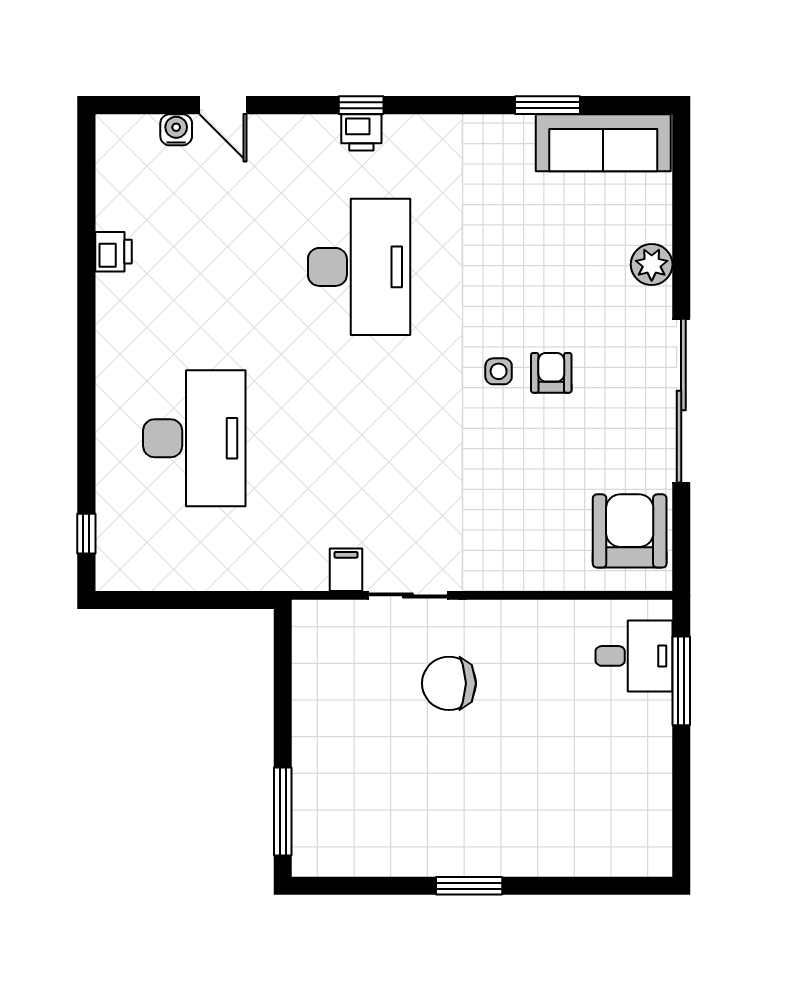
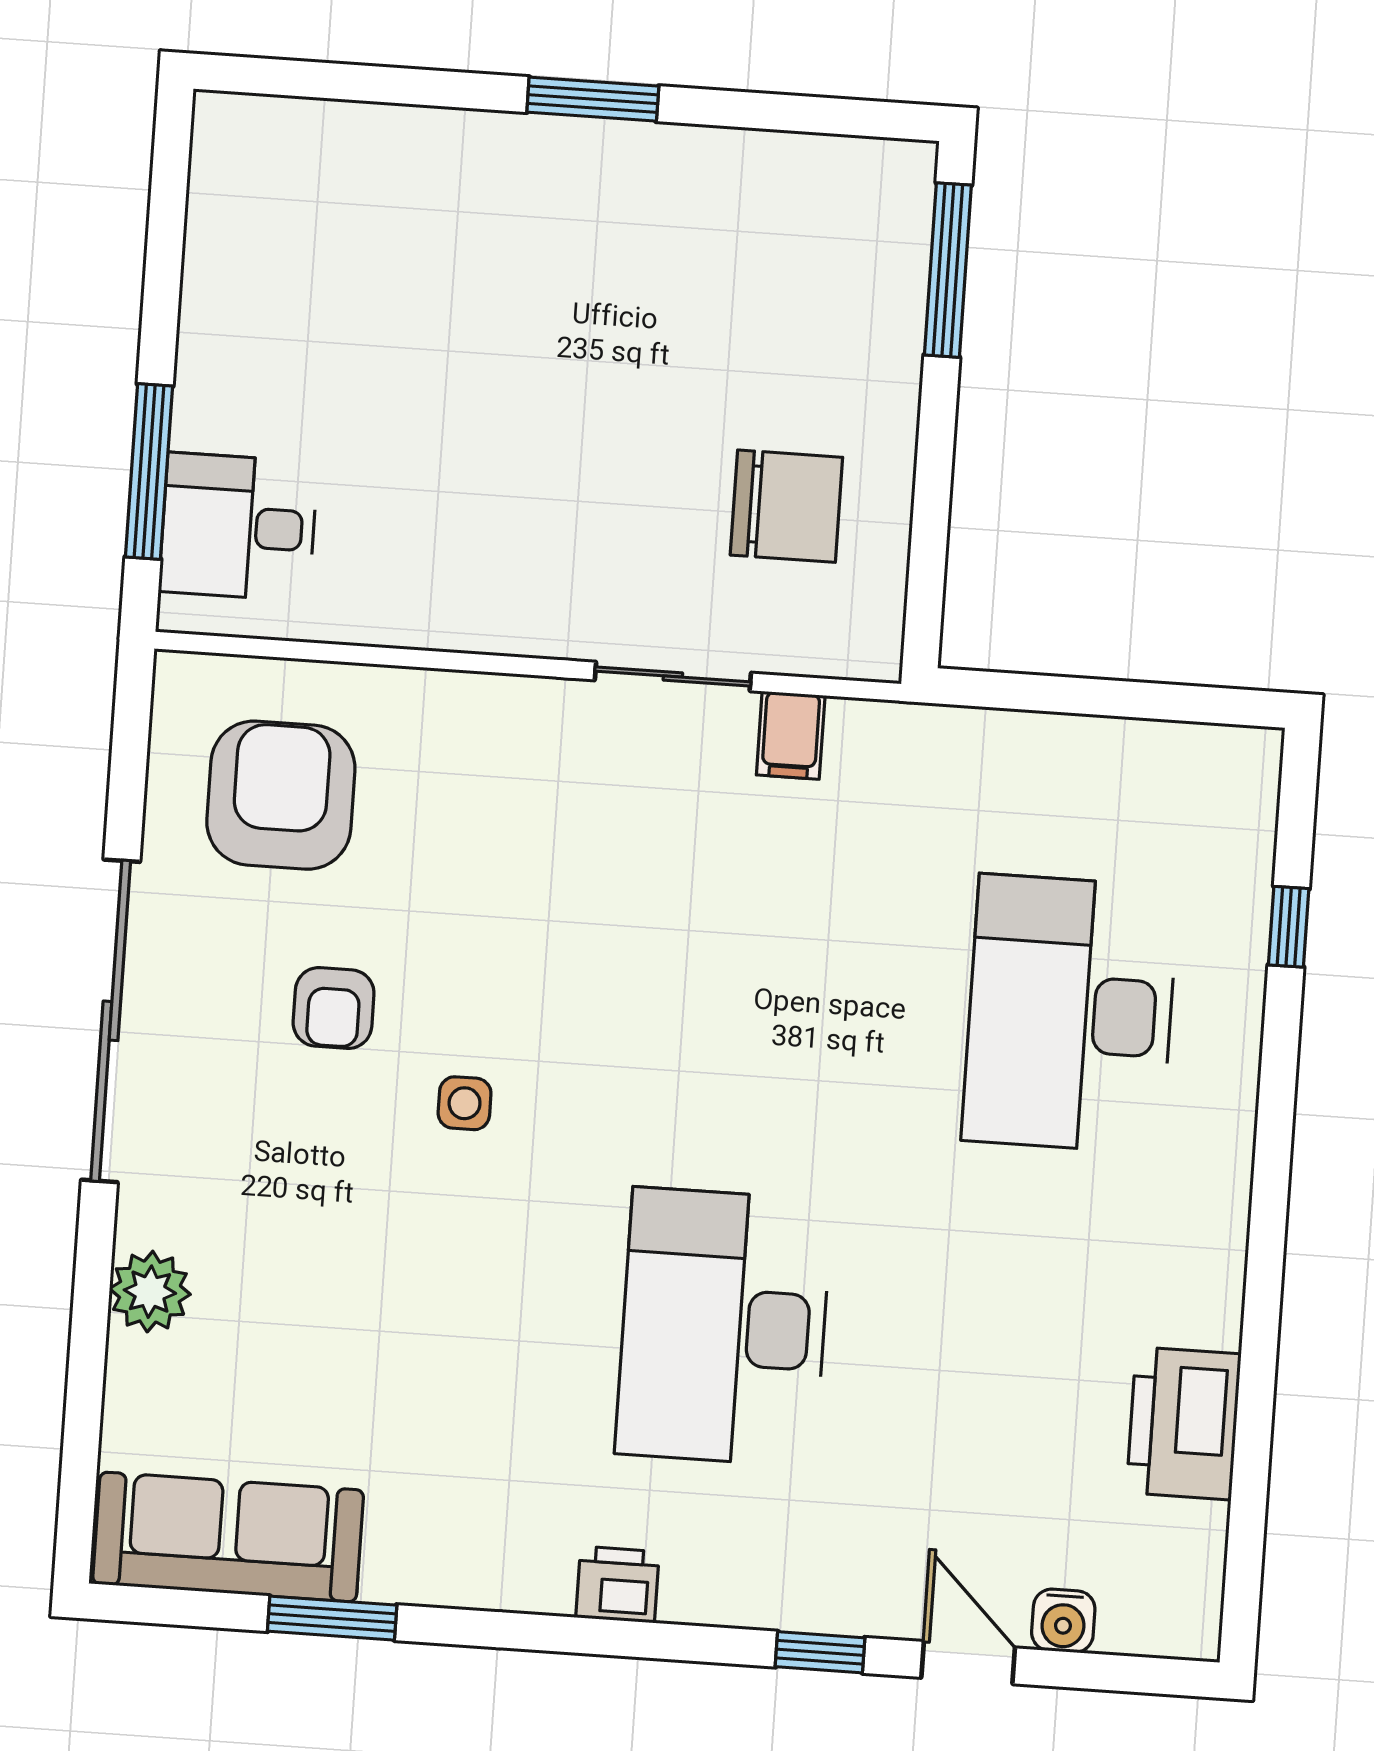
window: (361, 105) -> (820, 1652), moved
printer: (361, 132) -> (617, 1585), moved
printer: (113, 252) -> (1184, 1423), width x1.87, depth x1.48
armchair: (551, 373) -> (334, 1008), moved
armchair: (630, 531) -> (281, 795), moved, turned 180
window: (86, 534) -> (1289, 927), moved
chair: (449, 683) -> (786, 506), moved

